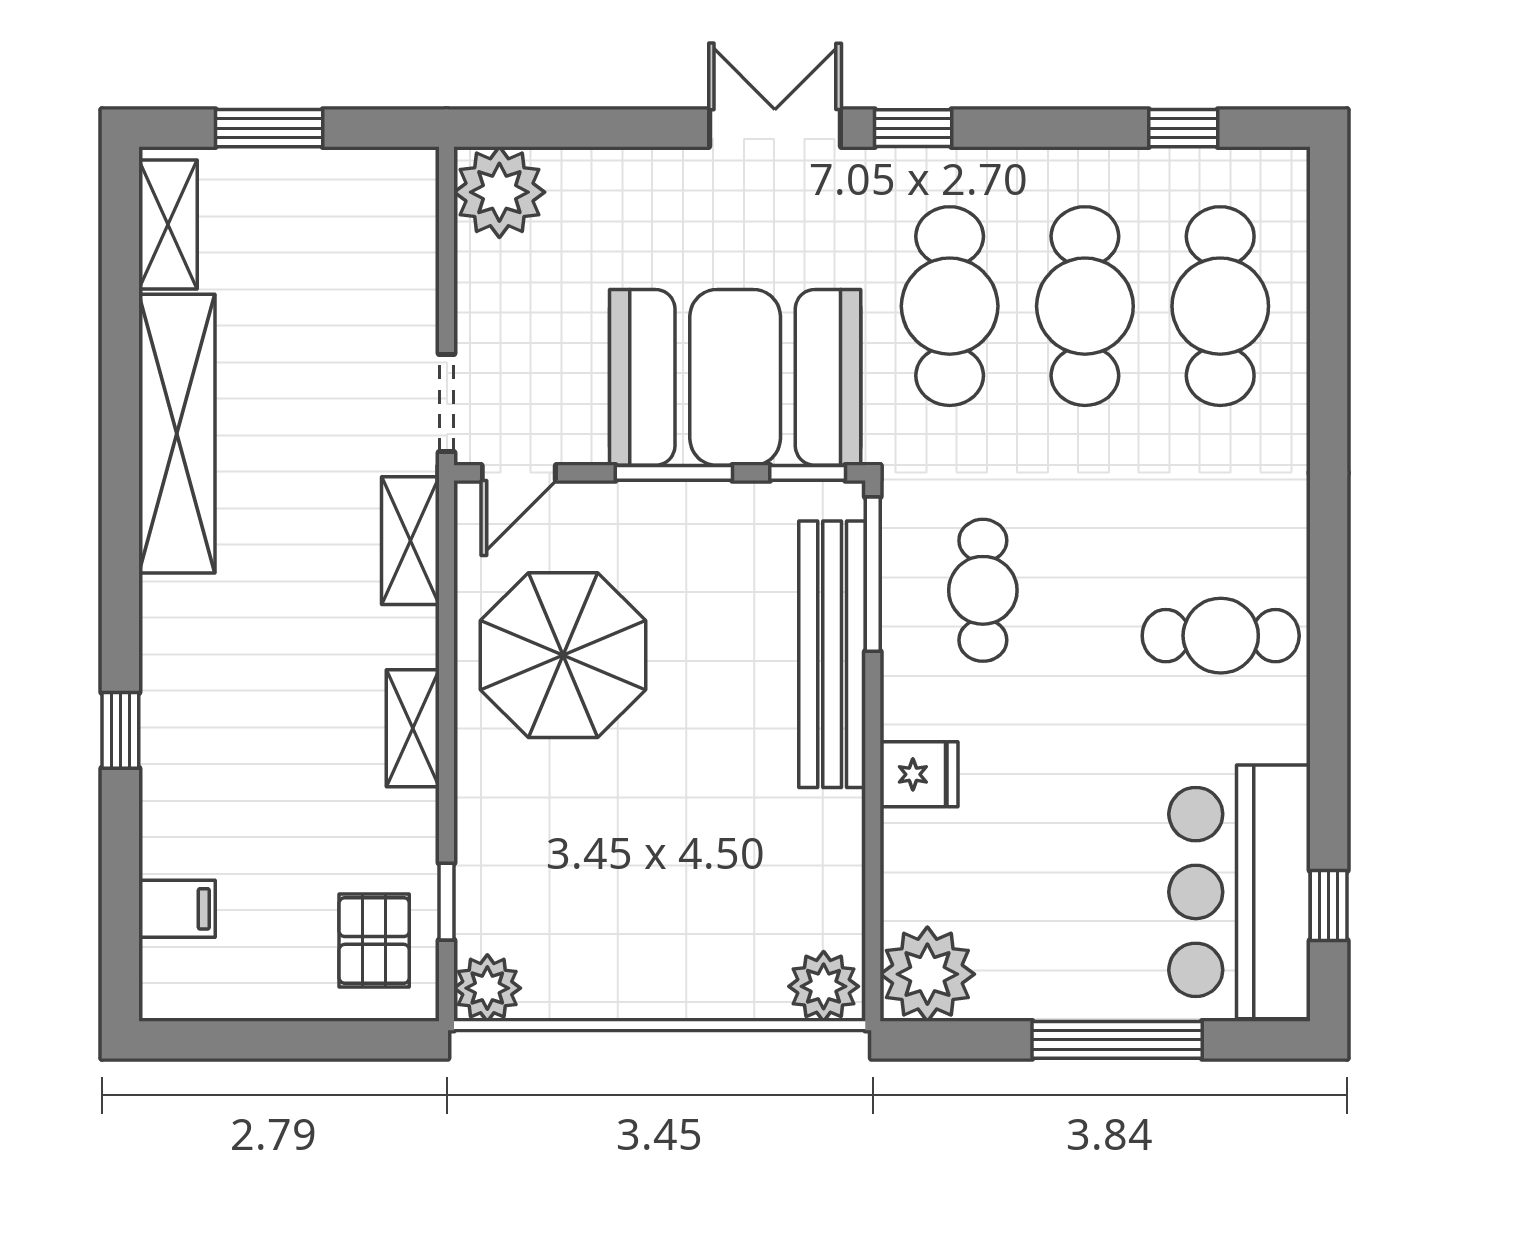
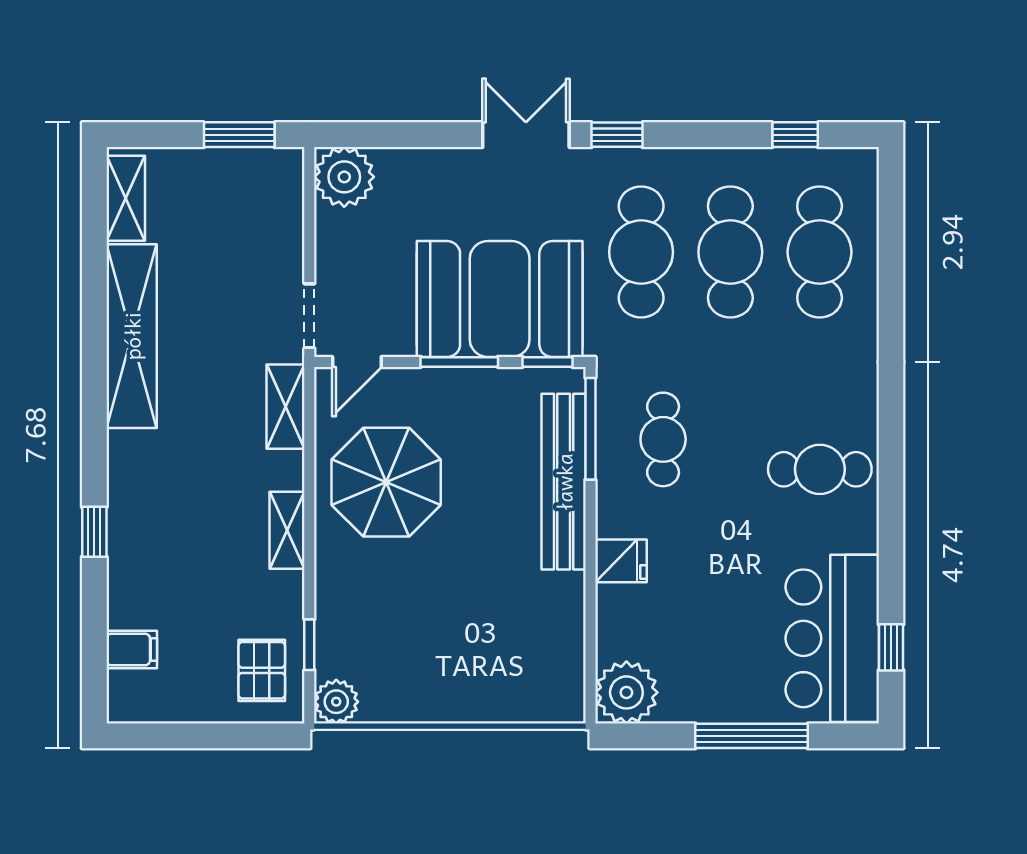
window: (269, 128) -> (239, 135), moved
plant: (824, 986) -> (558, 701), removed

